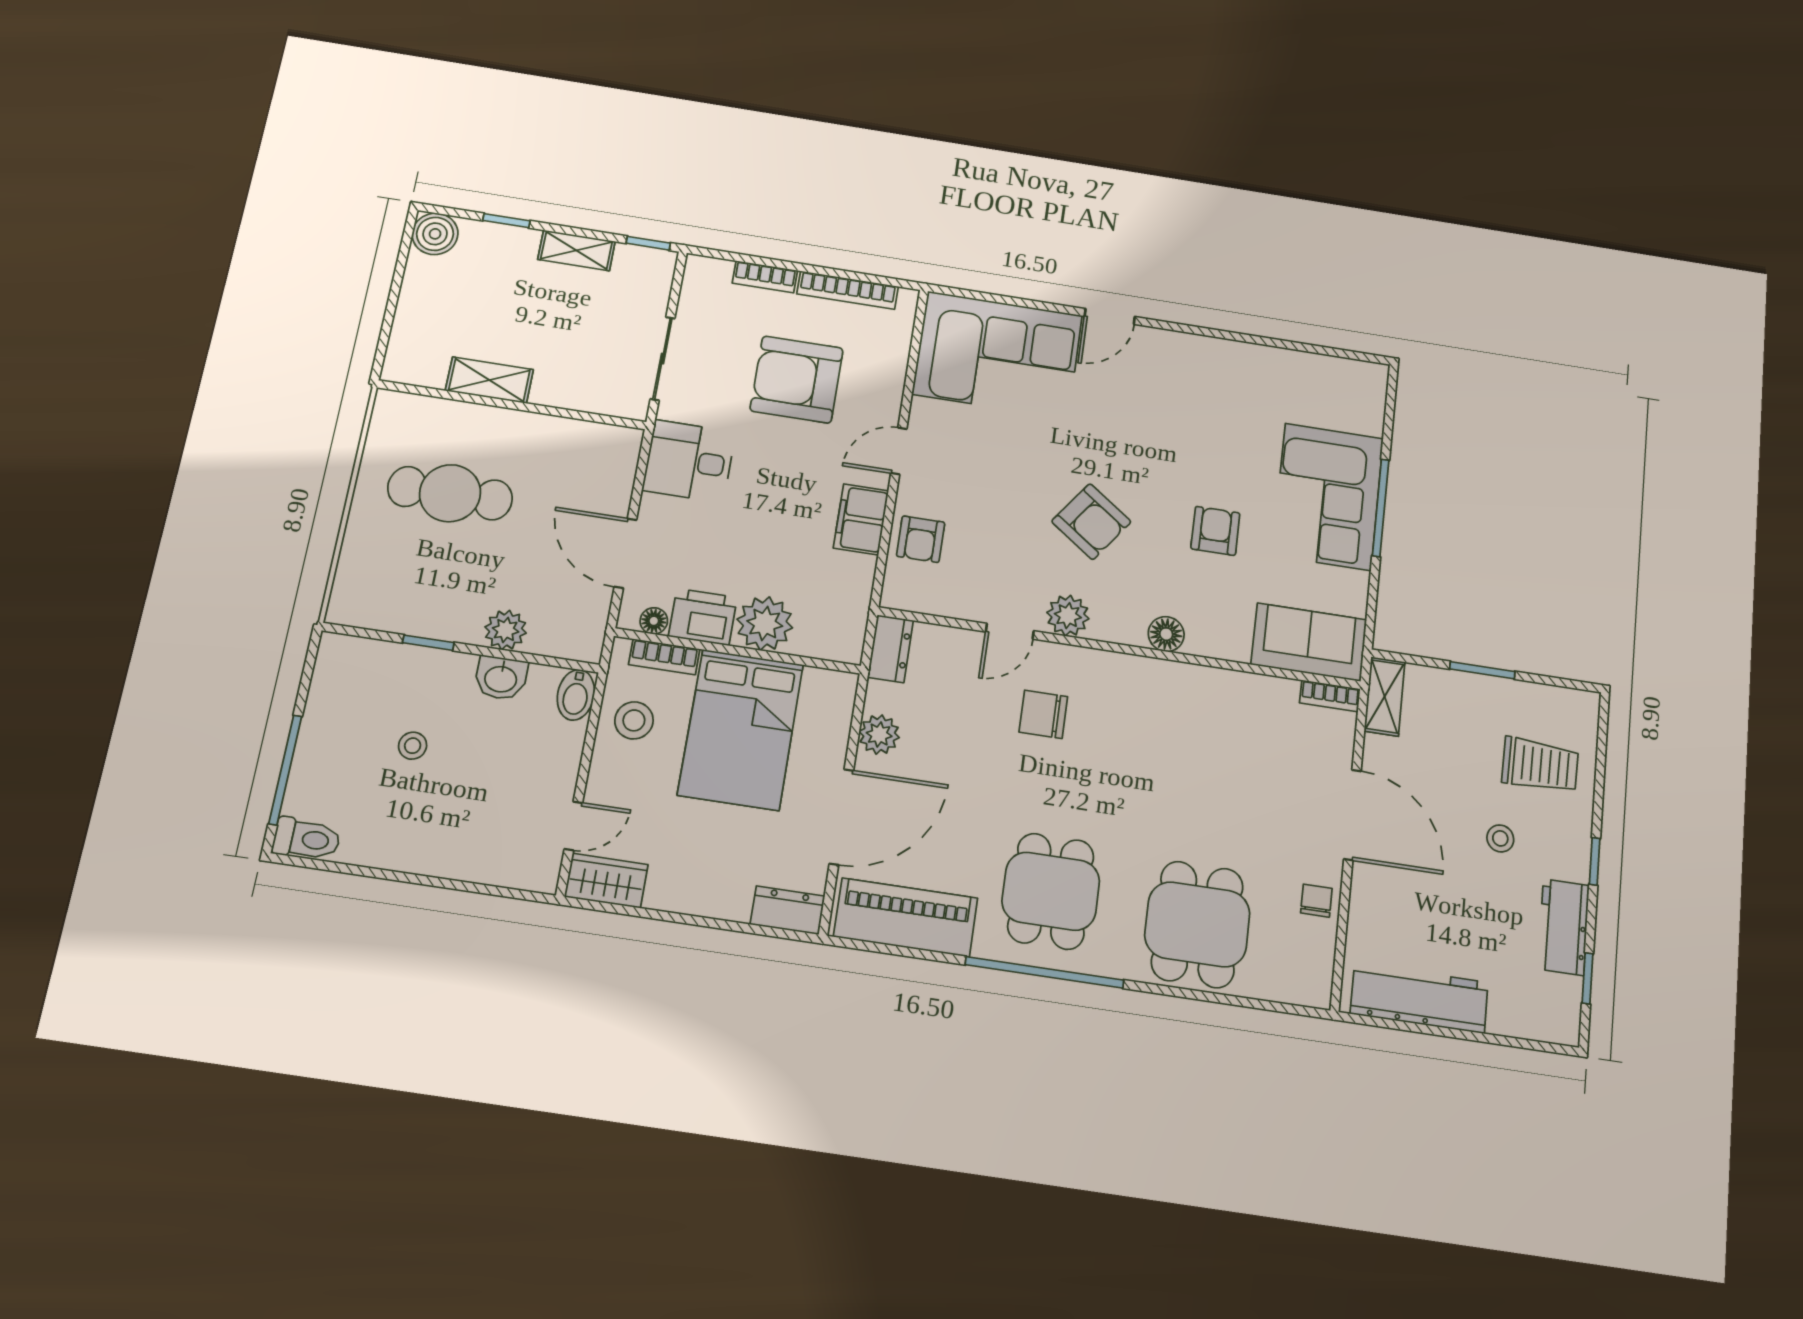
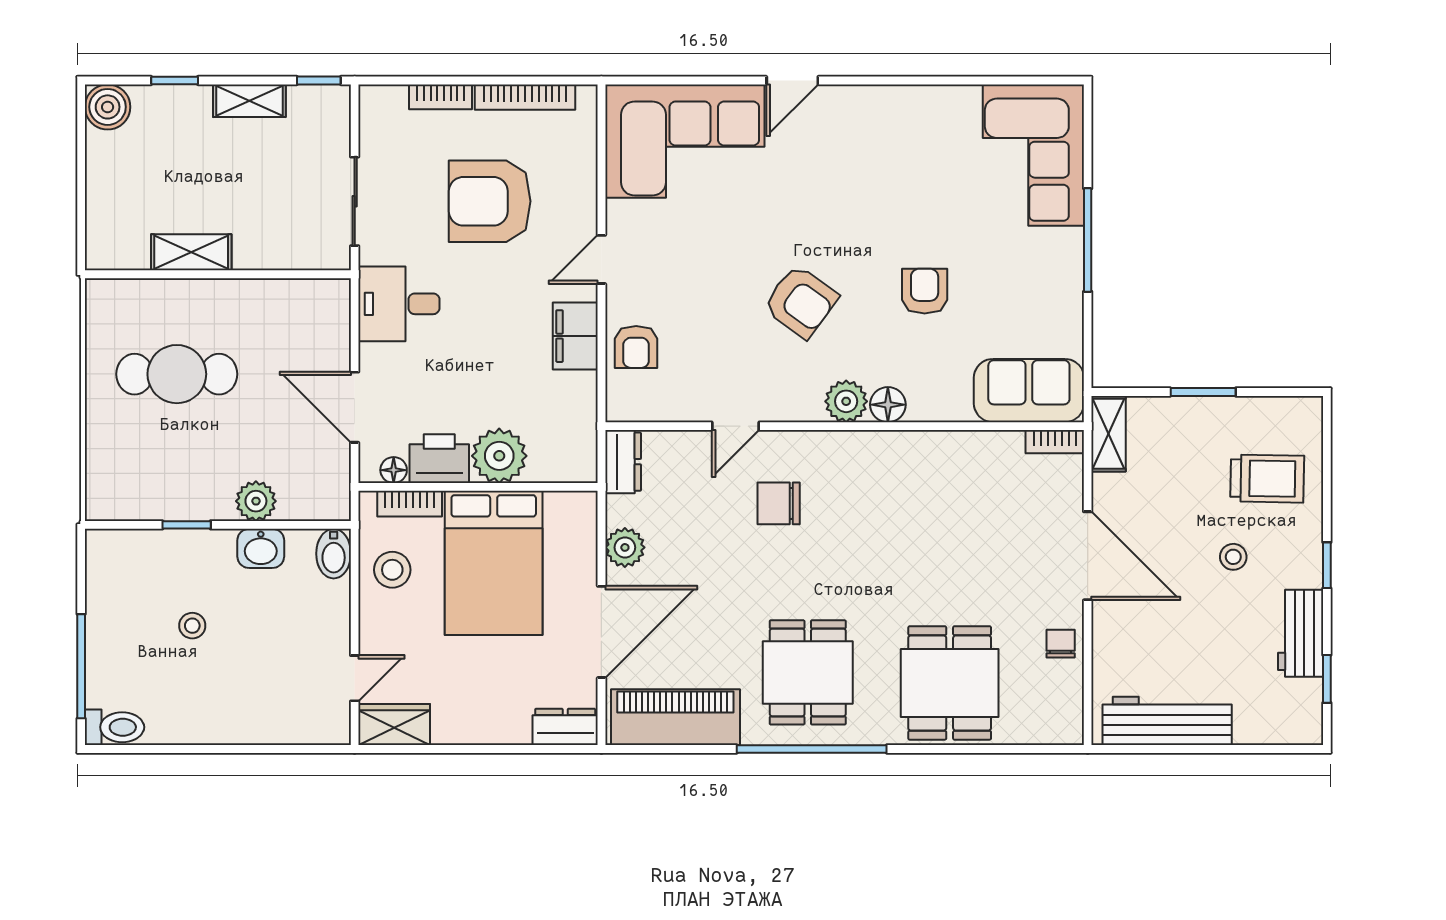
corner sofa: (1328, 497) -> (1033, 155), moved
plant: (1068, 616) -> (846, 401), moved

